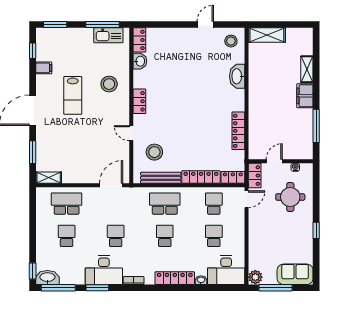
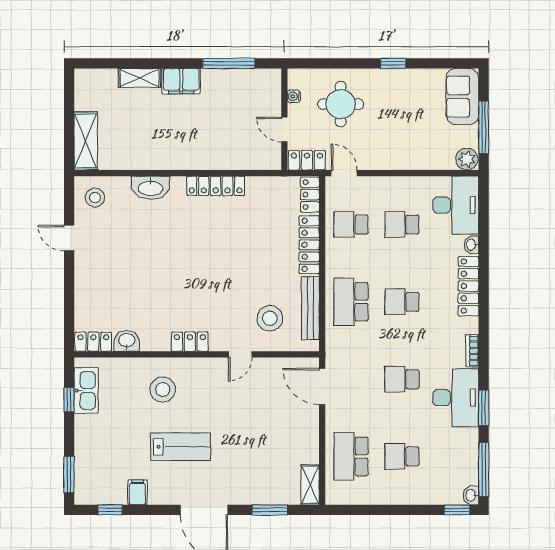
window: (103, 25) -> (69, 400), width x0.46
locker: (238, 131) -> (216, 186), moved
washbasin: (47, 278) -> (471, 495), width x0.52, depth x0.69

